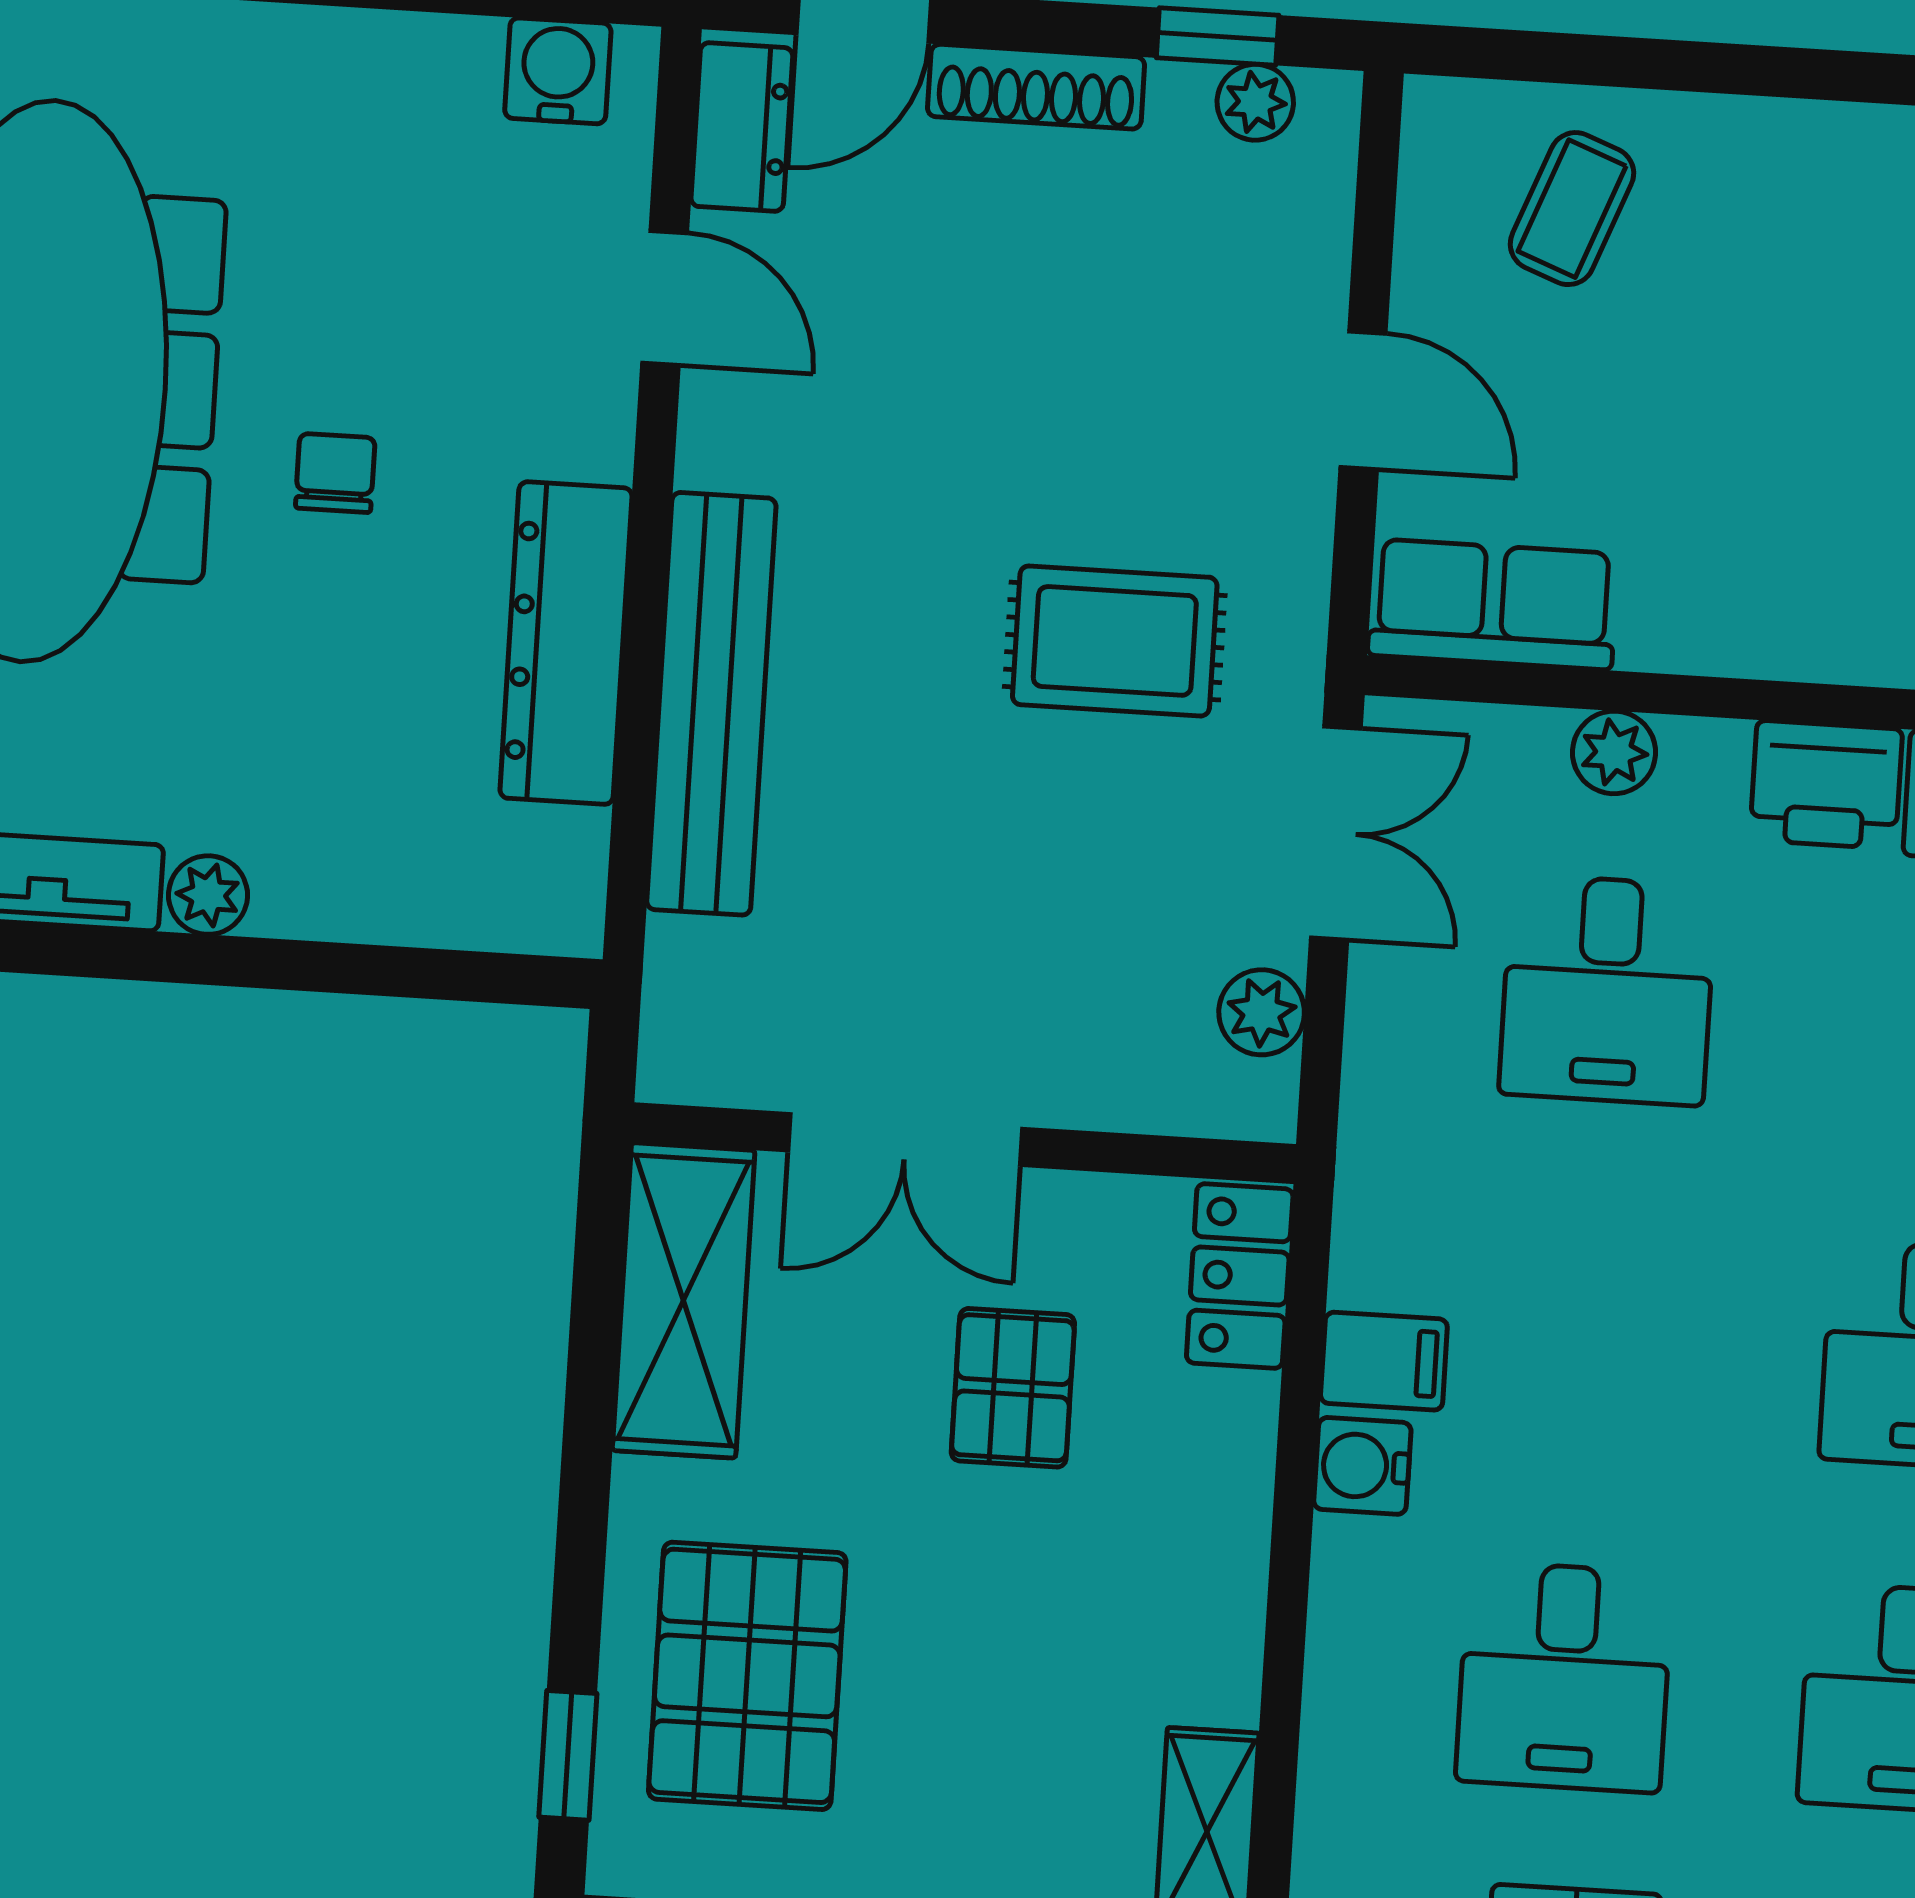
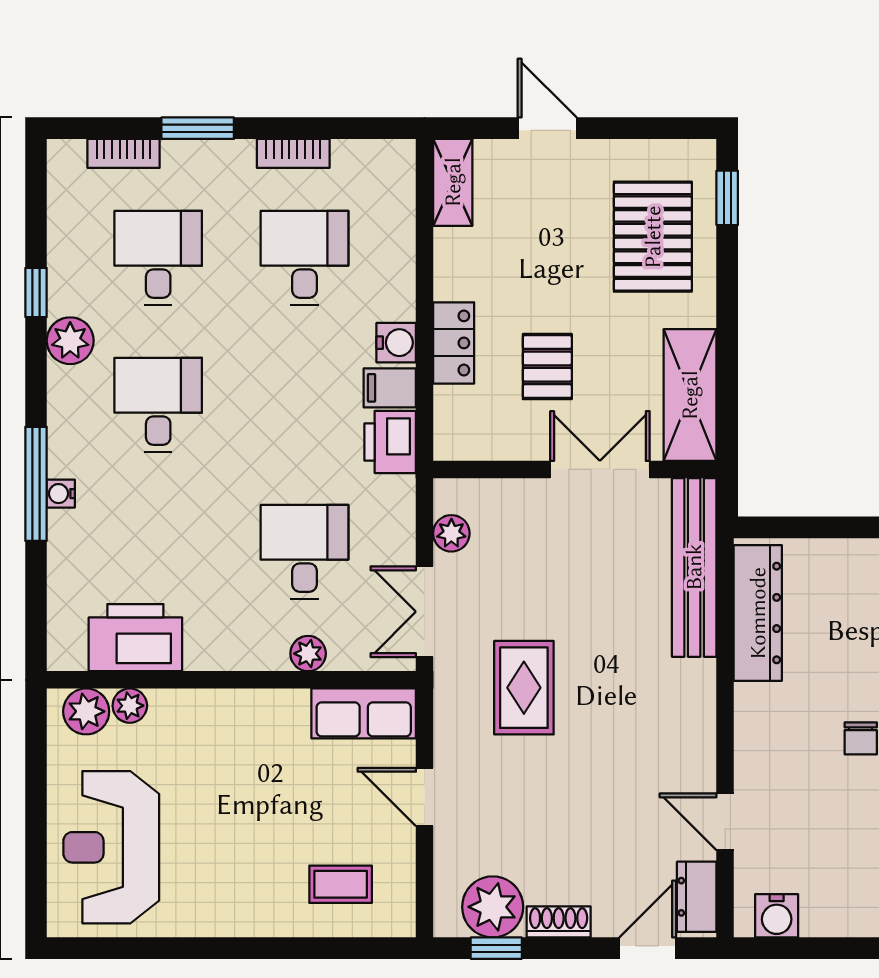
shoe rack: (1036, 87) -> (559, 922), width x0.70
plant: (1255, 102) -> (493, 907), width x1.88, depth x1.88
coffee table: (1572, 209) -> (341, 884), turned 69
rug: (1115, 641) -> (524, 688), turned 90
dresser: (566, 643) -> (758, 613), moved
bench: (711, 704) -> (694, 567), moved
printer: (1826, 785) -> (390, 442), moved, turned -90
locker: (1240, 1276) -> (454, 343), moved

